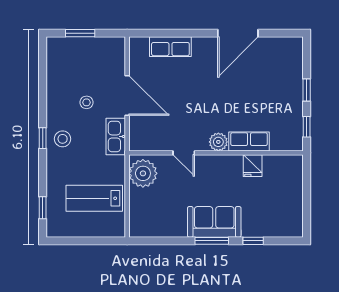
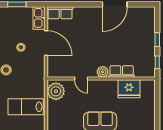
row of seats: (170, 47) -> (60, 13), moved
kitchen sink: (116, 136) -> (39, 18), moved
fridge: (253, 166) -> (129, 89), width x1.88, depth x1.34

